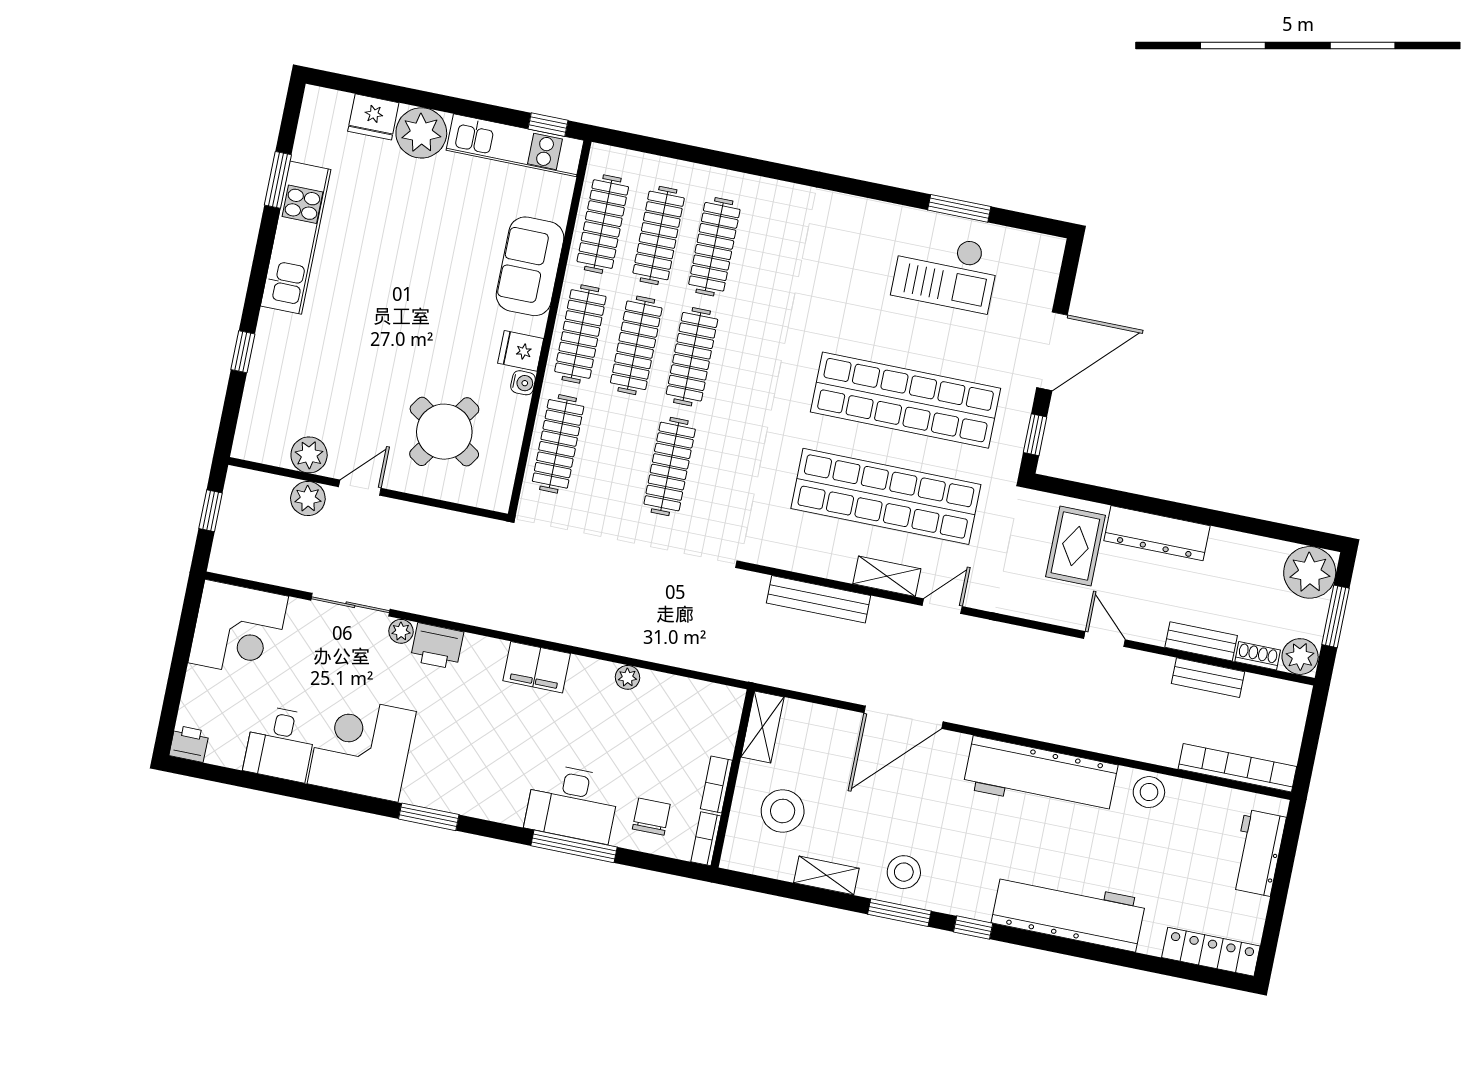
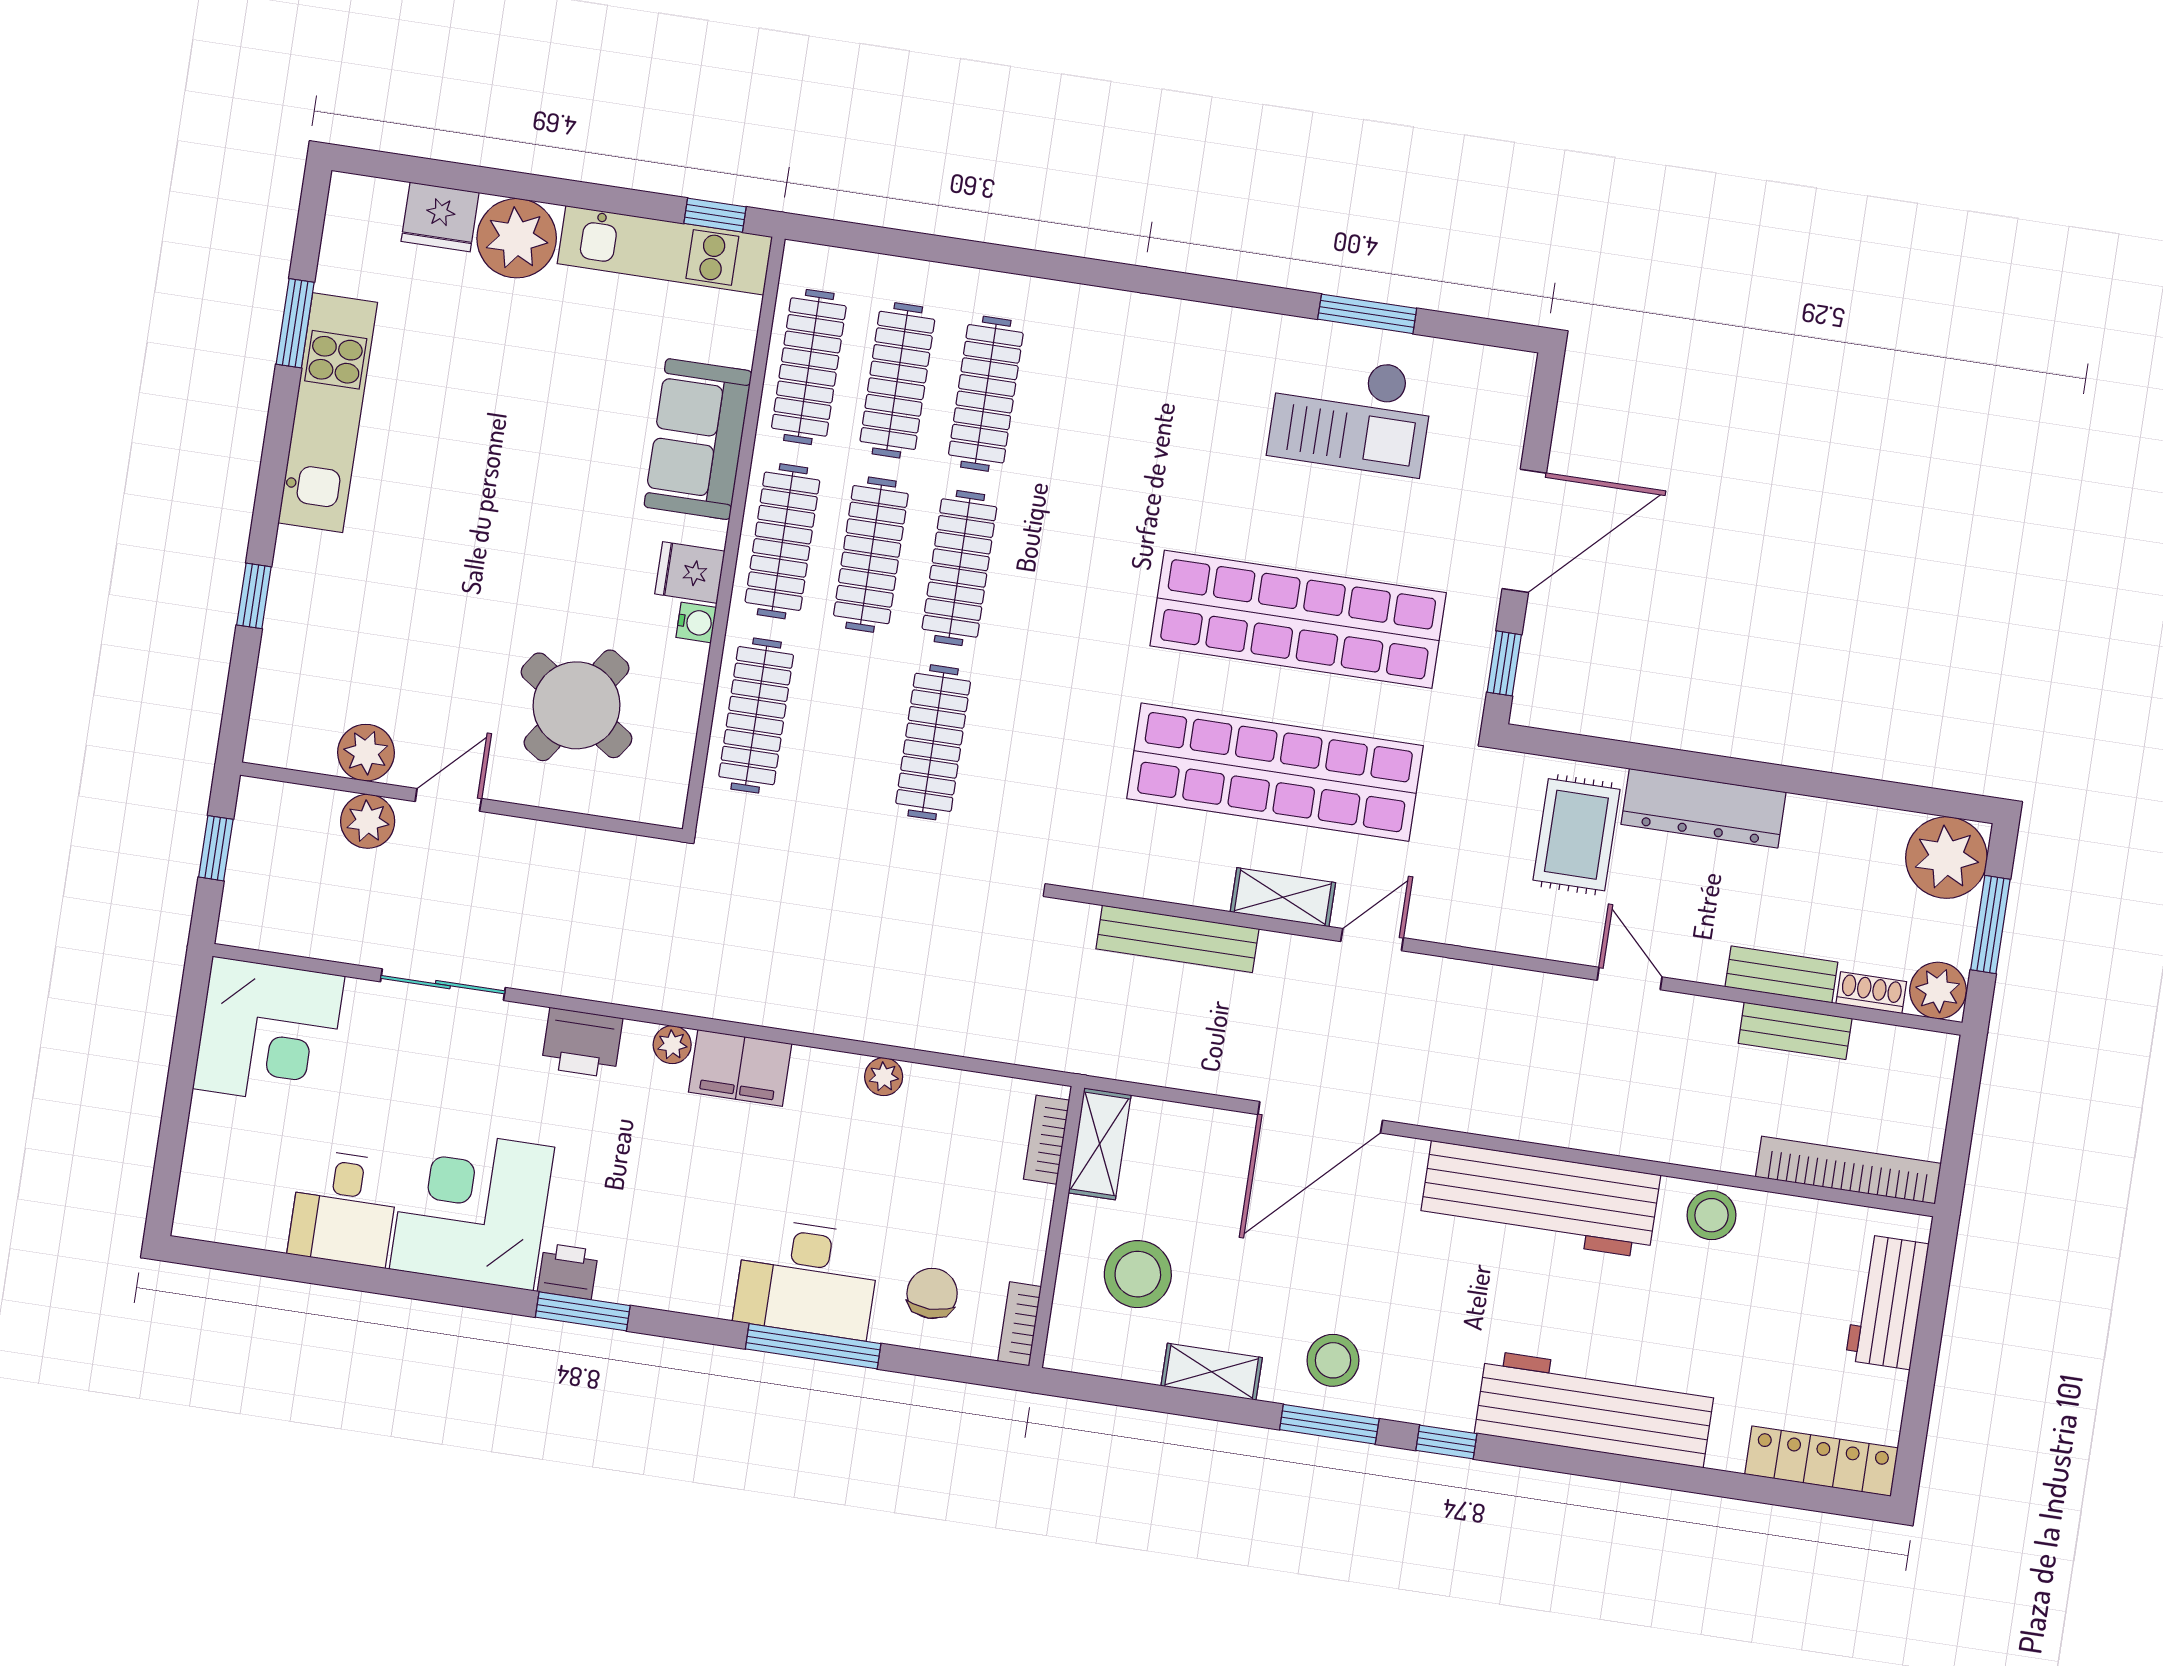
plant: (401, 631) -> (672, 1045), moved
printer: (189, 744) -> (568, 1271), moved
bookcase: (716, 785) -> (1047, 1140), moved

